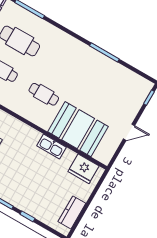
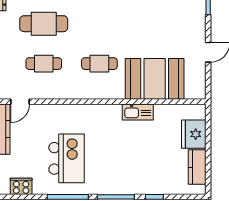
fridge: (83, 169) -> (194, 134), moved, turned 90

